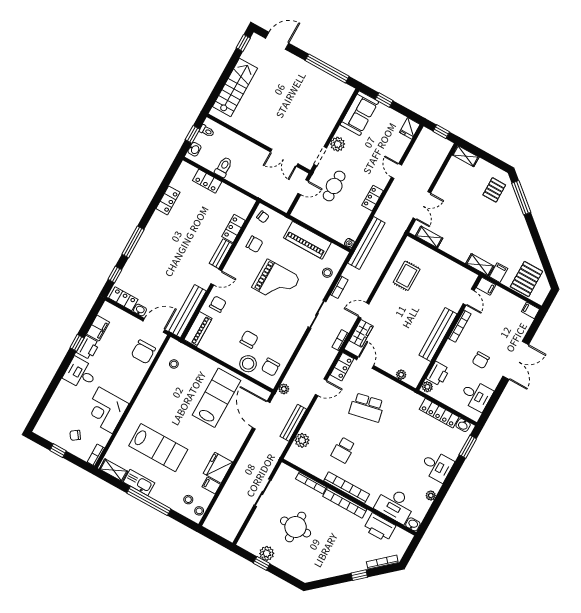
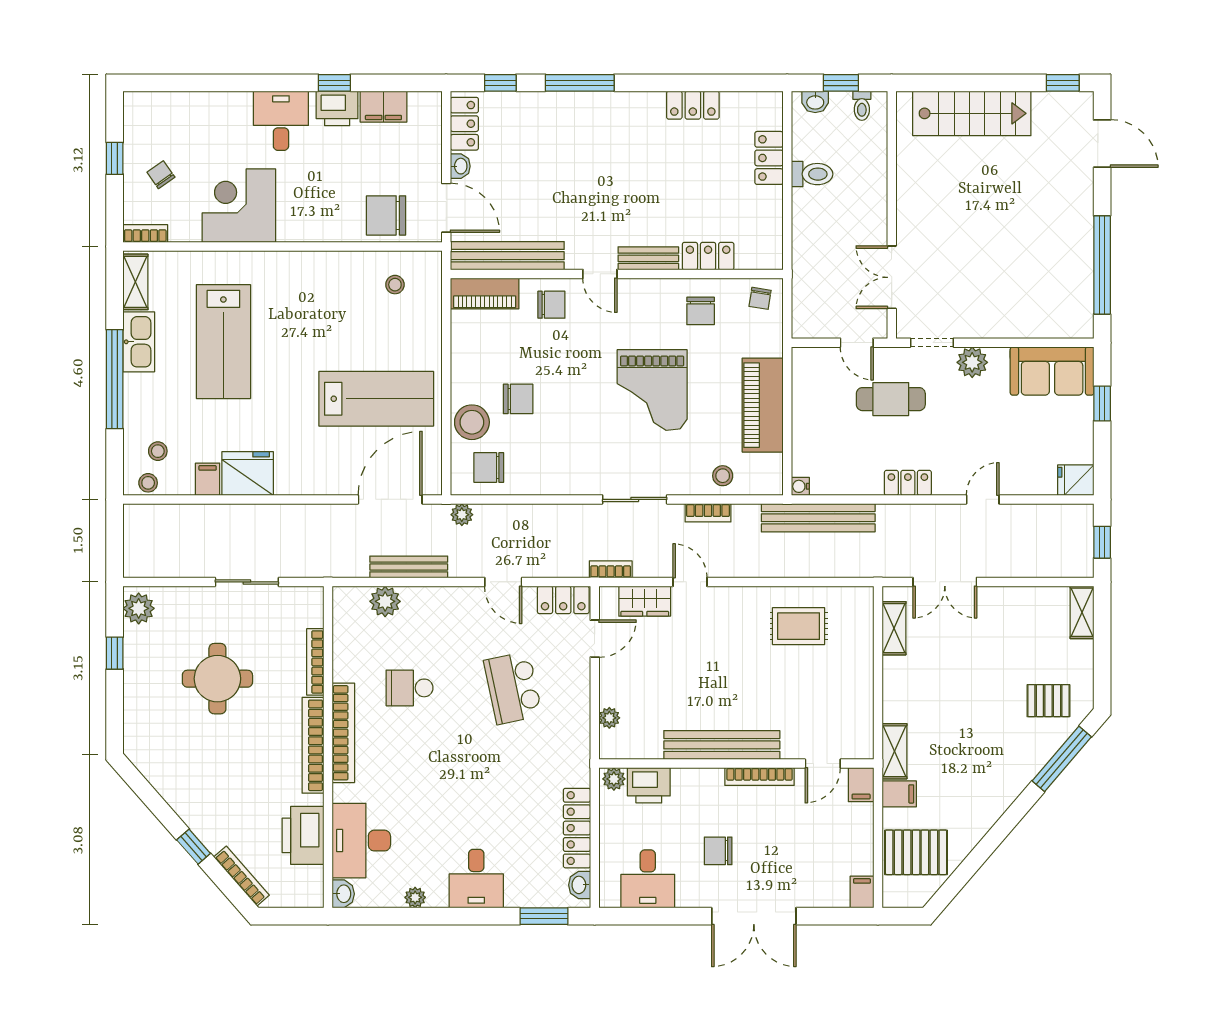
plant: (267, 553) -> (139, 608), moved

